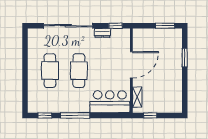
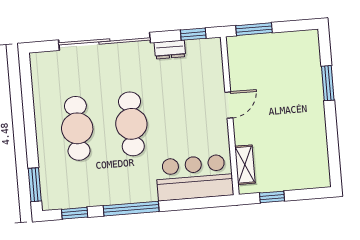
window: (165, 26) -> (254, 29), moved
door: (131, 65) -> (229, 105), width x0.53
window: (25, 99) -> (35, 185), added

